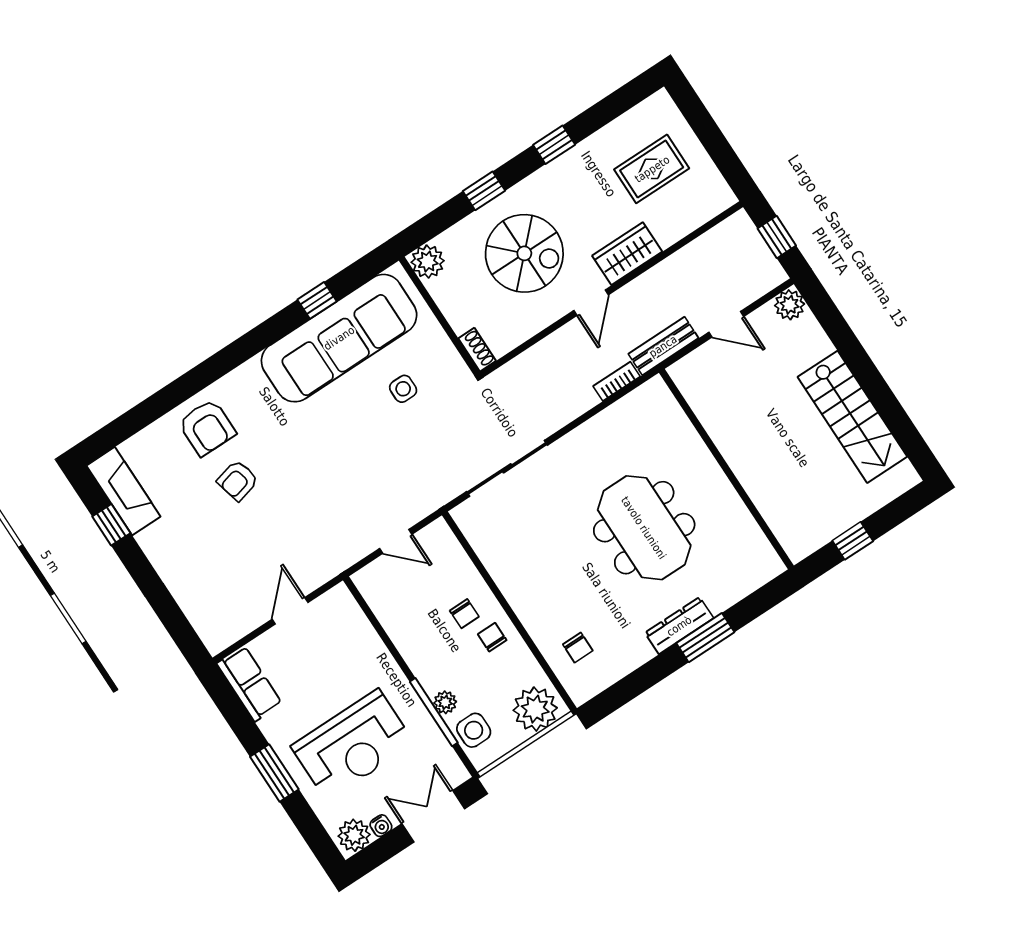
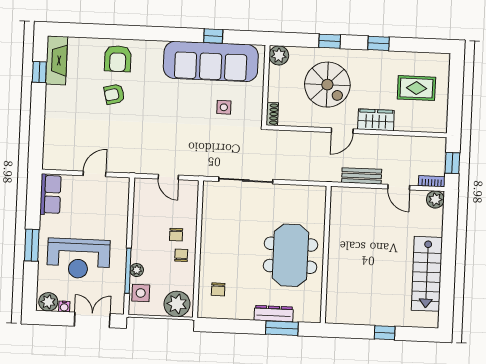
bookcase: (617, 381) -> (432, 181), moved
wall: (726, 469) -> (326, 255), moved

